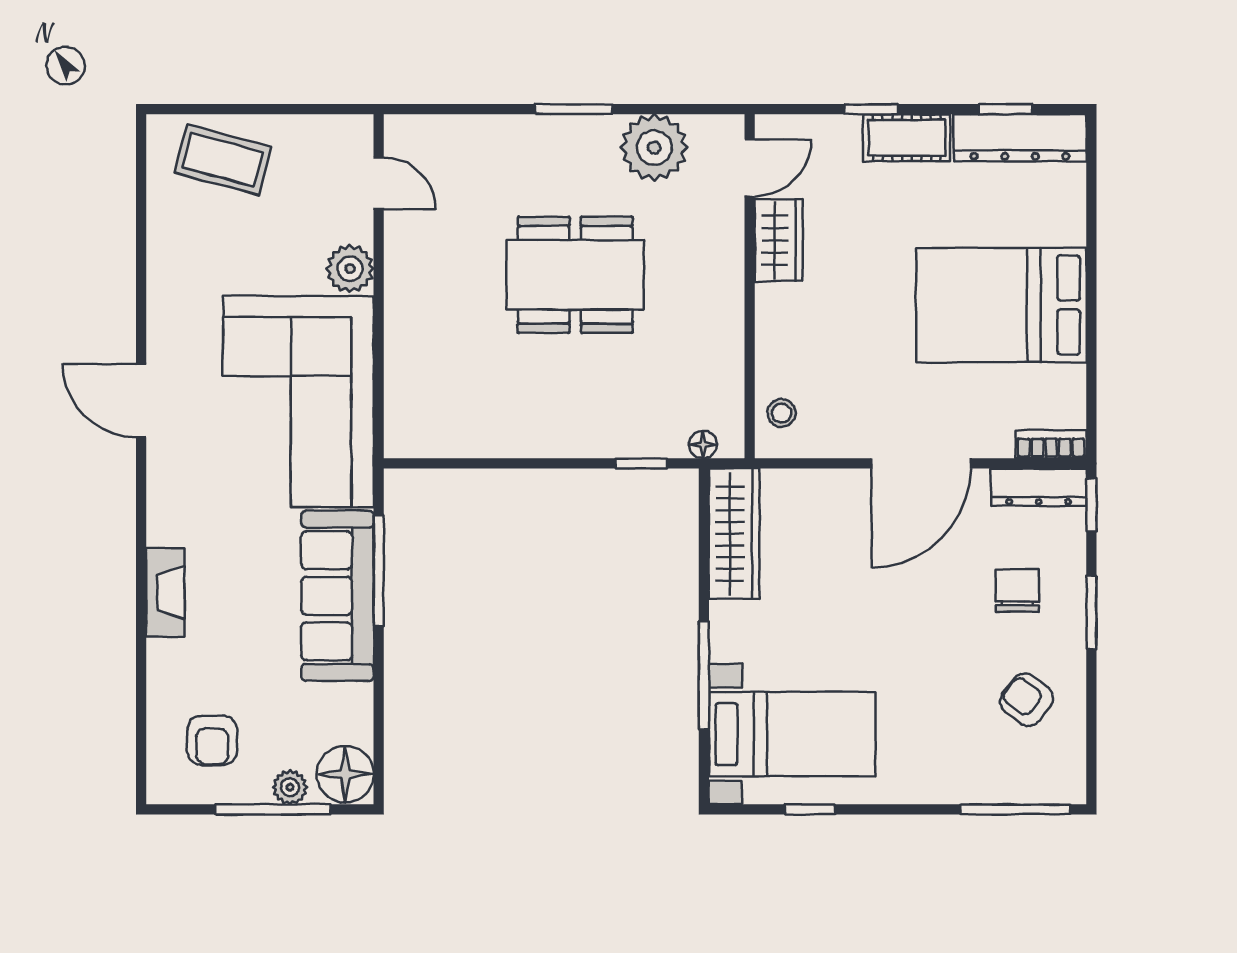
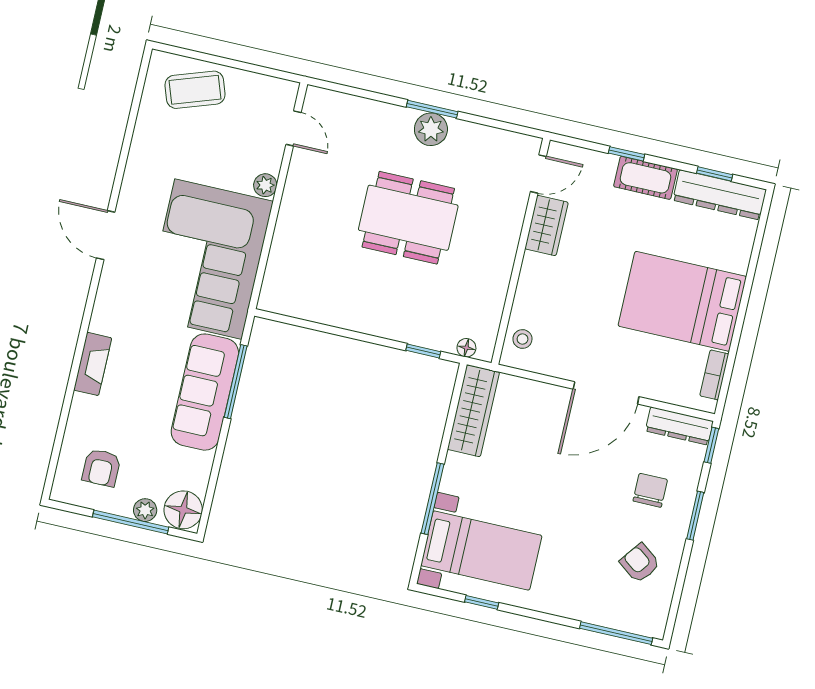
plant: (654, 148) -> (431, 129), moved, width x0.73, depth x0.73
coffee table: (223, 160) -> (195, 90), turned -34
plant: (350, 269) -> (265, 185), width x0.73, depth x0.73
bookcase: (1051, 444) -> (714, 375), moved, turned -90

